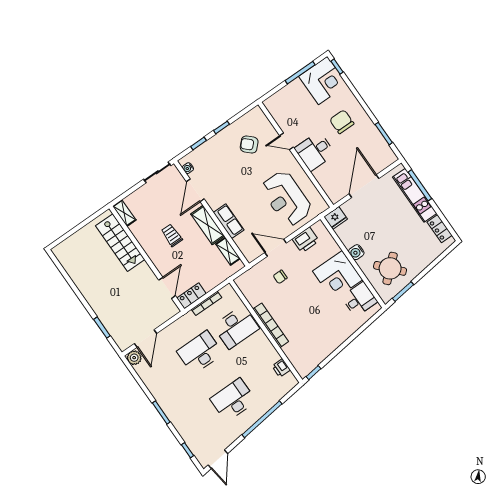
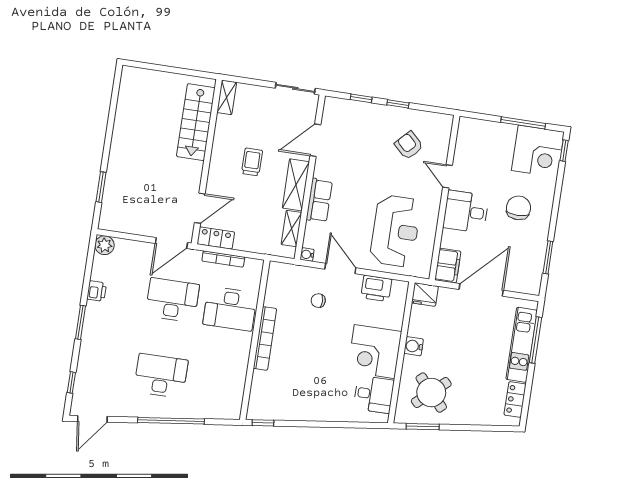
water cooler: (188, 168) -> (307, 255), moved
filing cabinet: (333, 190) -> (448, 266), added
reception desk: (286, 198) -> (395, 231), turned 180
door: (145, 339) -> (171, 243), moved
printer: (281, 368) -> (97, 291), moved, turned 180

